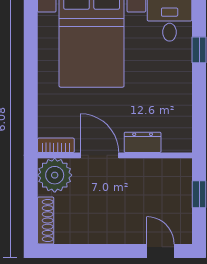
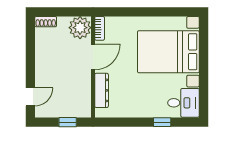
dresser: (143, 142) -> (102, 90), width x1.44
shoe rack: (46, 220) -> (46, 22), width x0.70

